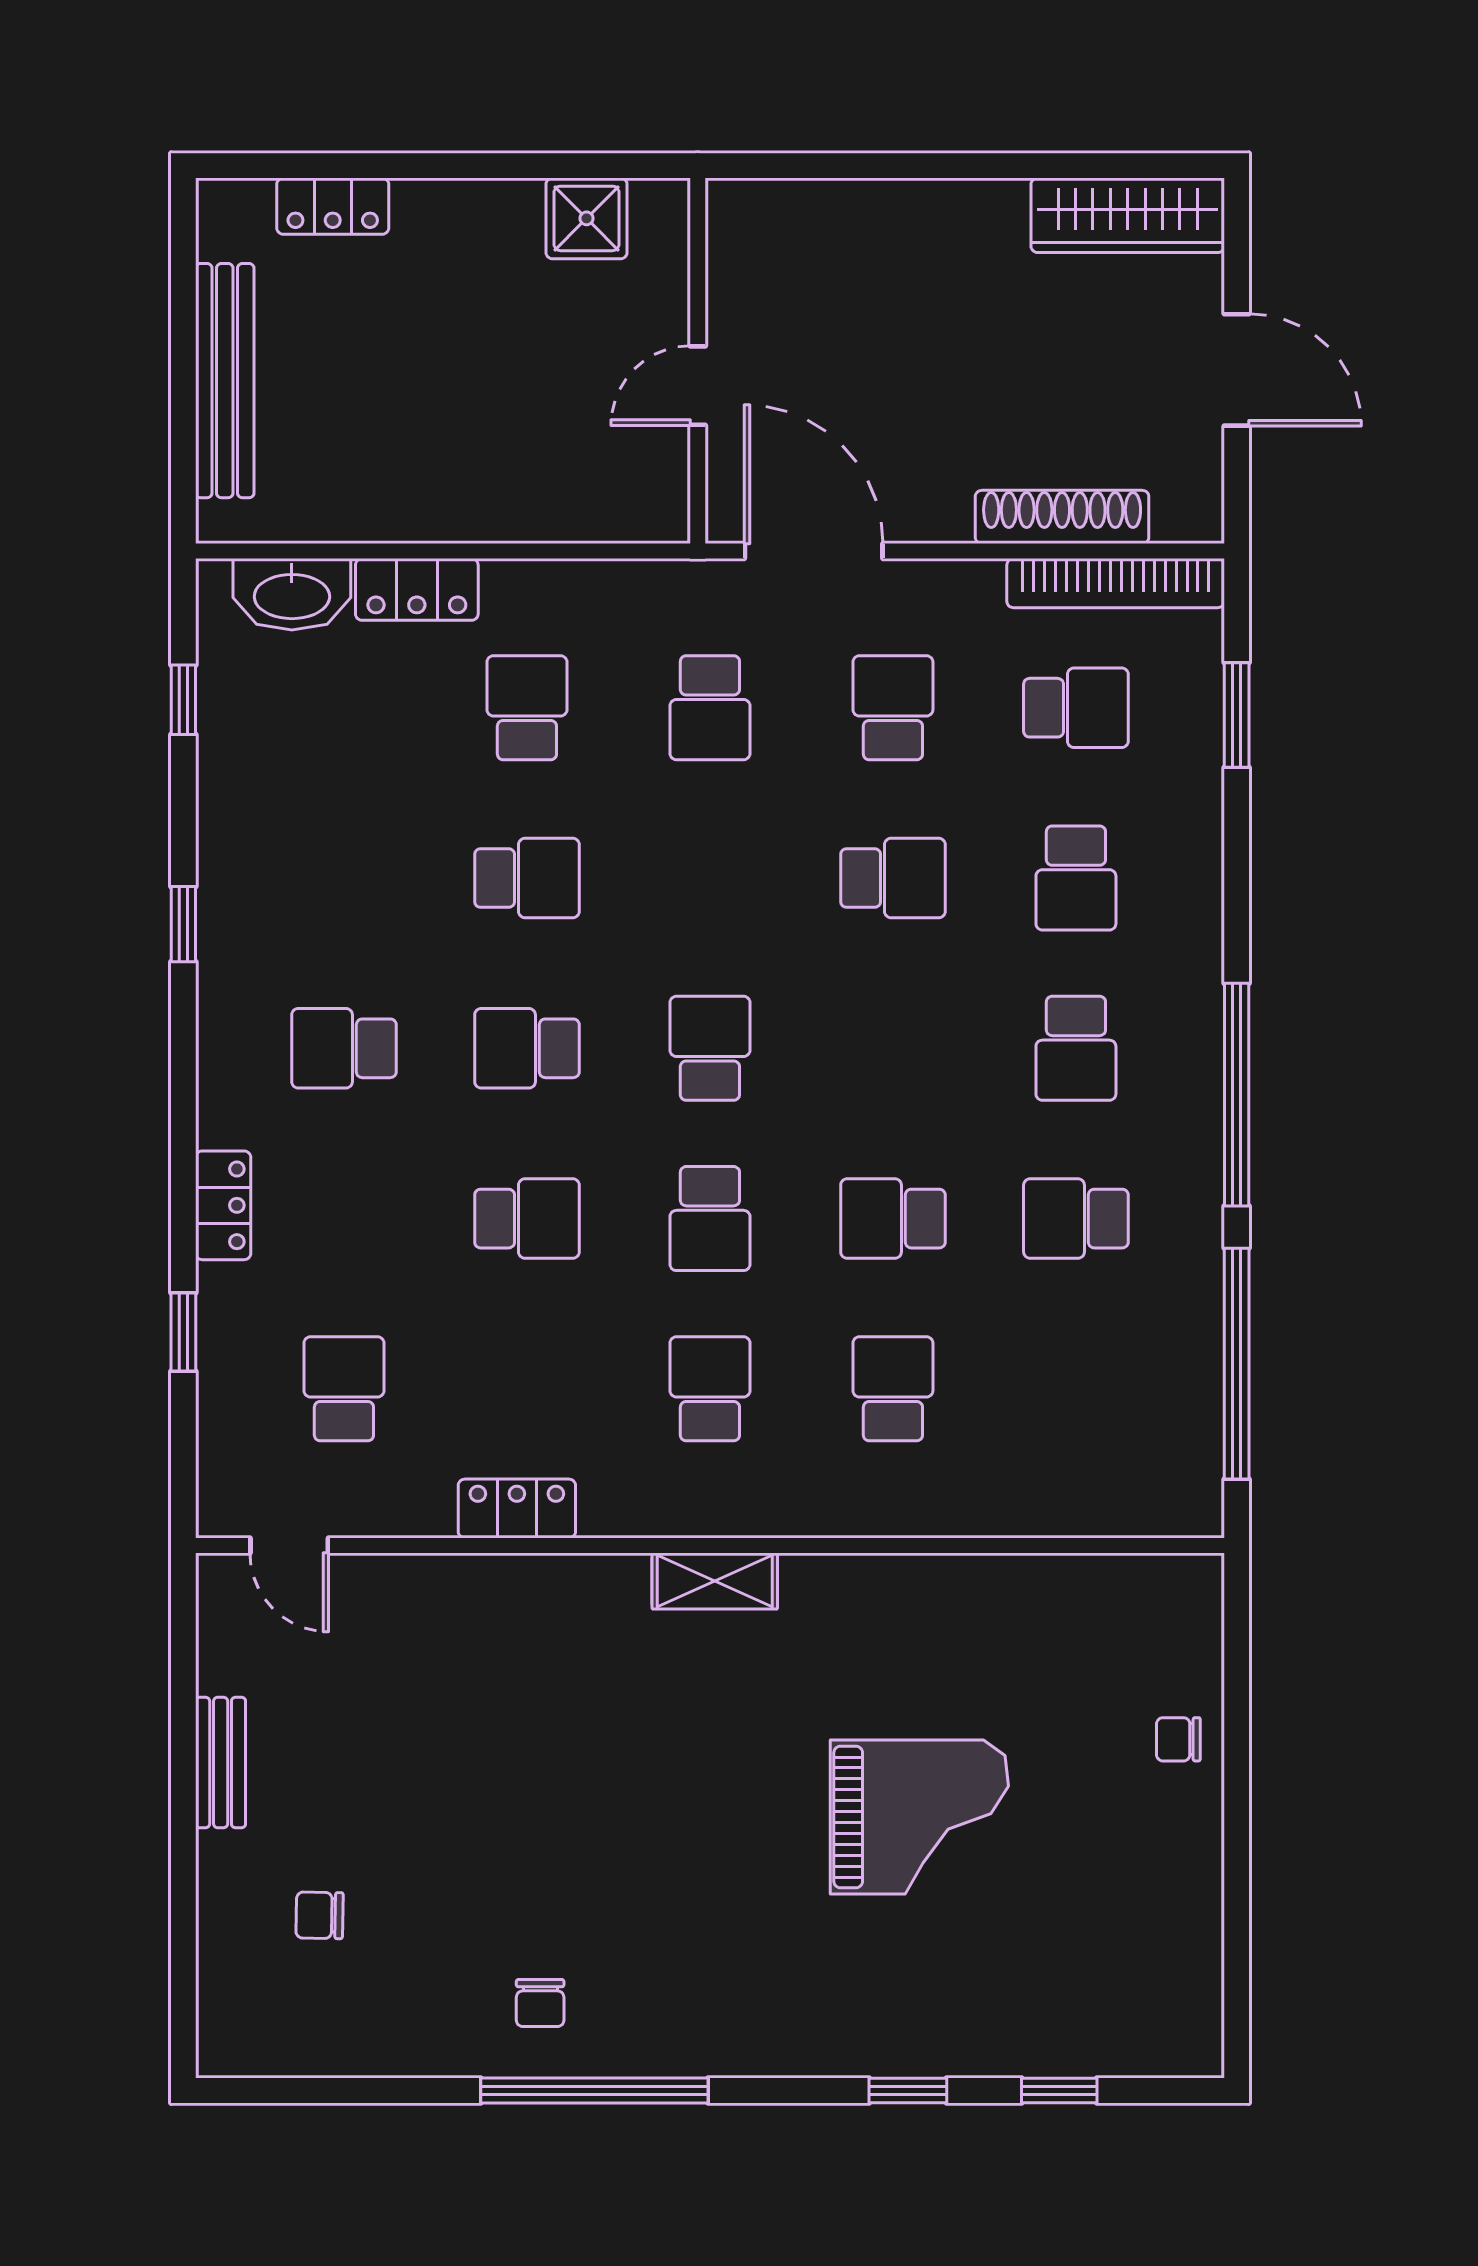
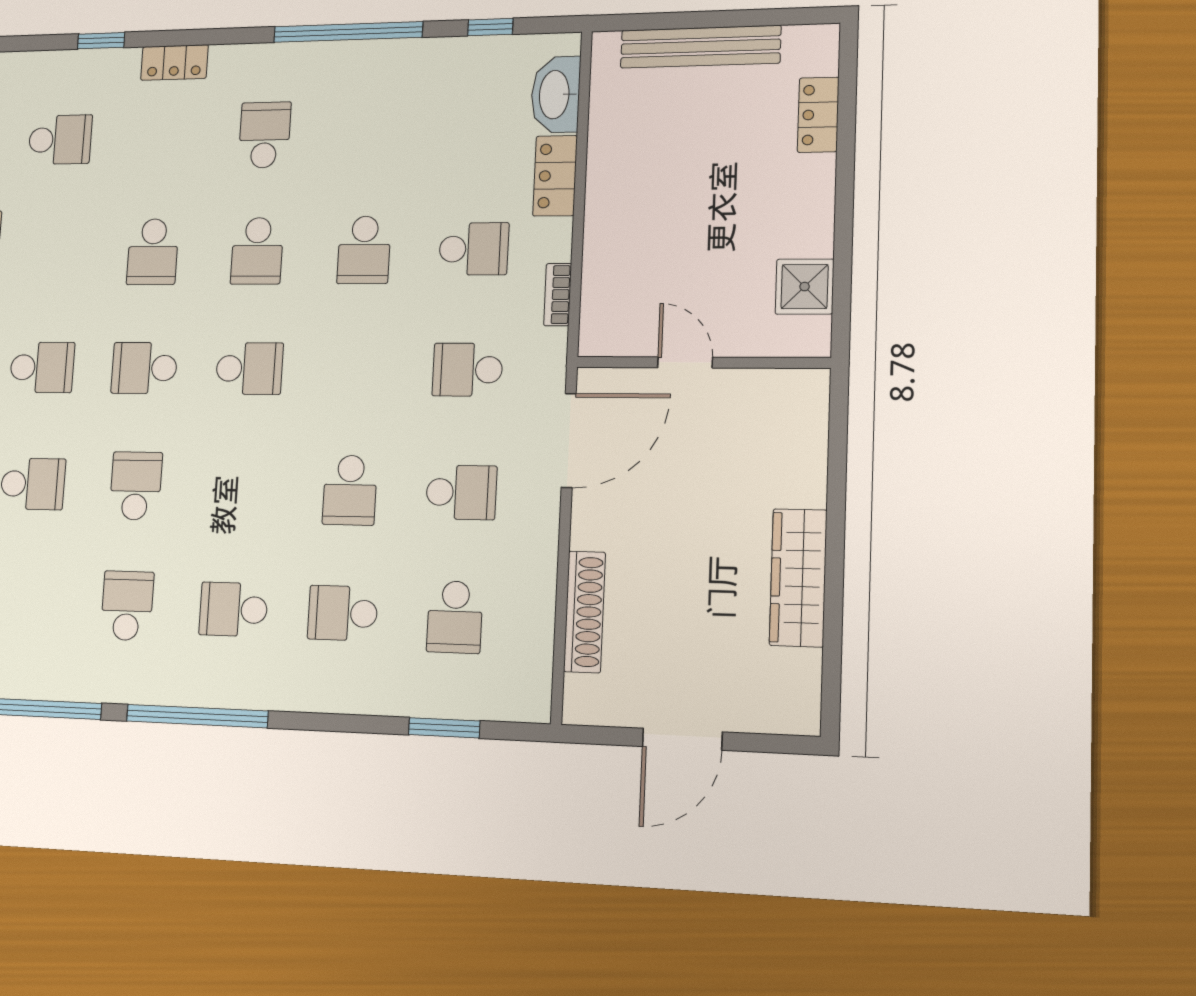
wardrobe: (1128, 215) -> (798, 578), moved
bookcase: (1116, 583) -> (558, 295), moved, width x0.43, depth x0.76
window: (183, 924) -> (348, 32), width x3.17
school desk: (527, 1048) -> (257, 251), turned 180

